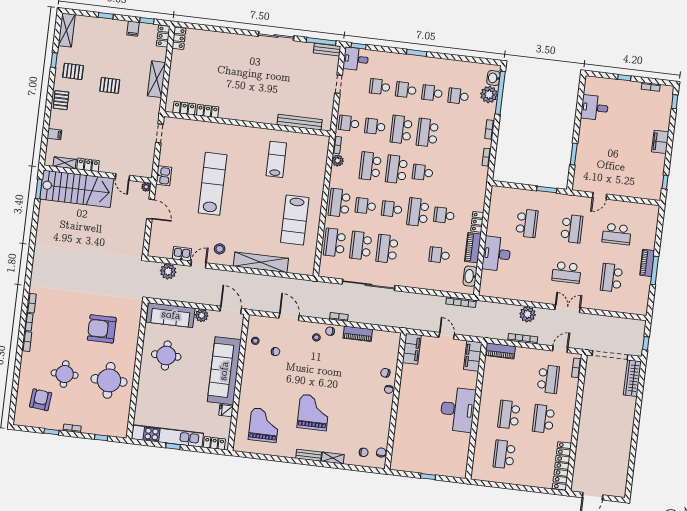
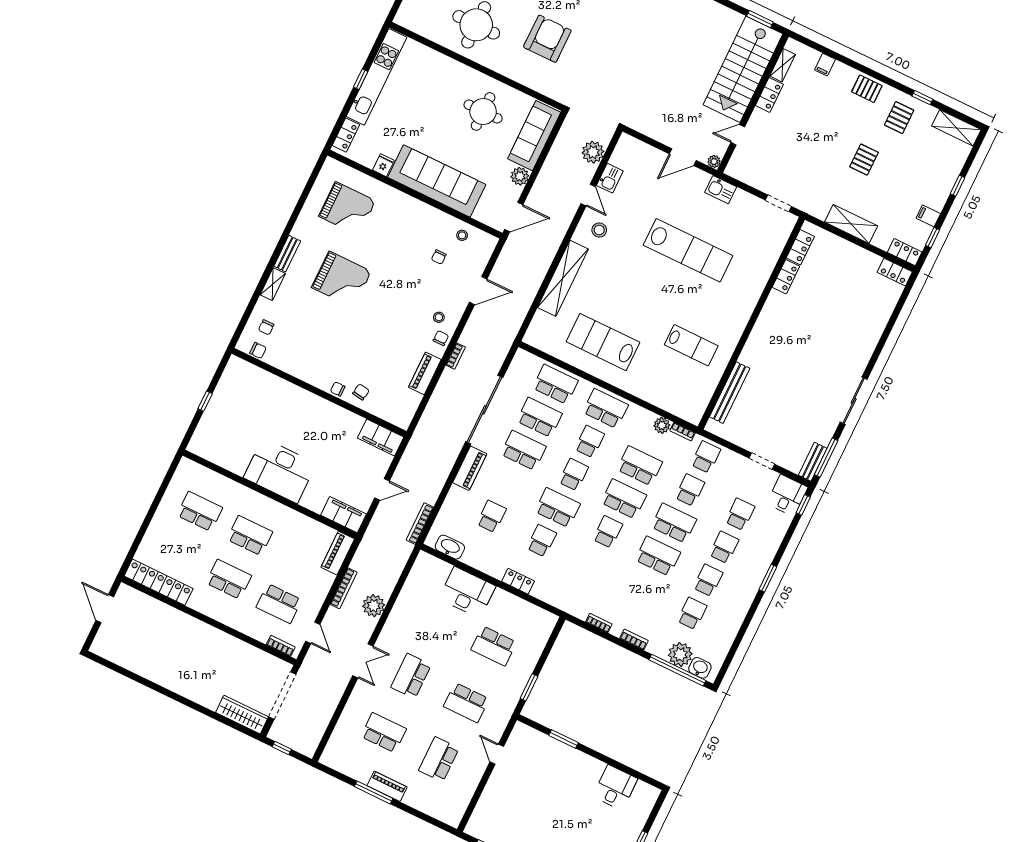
piano: (473, 248) -> (470, 468), moved, turned 90

